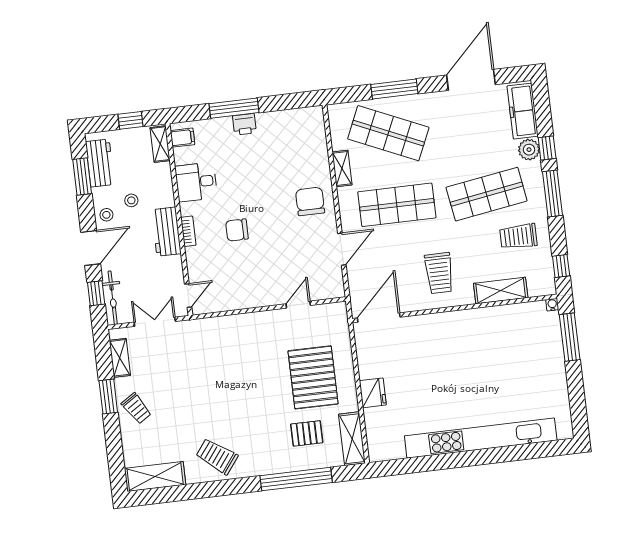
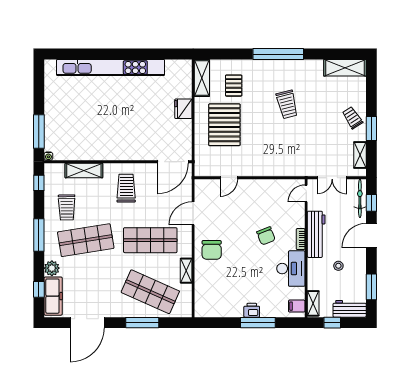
window: (547, 148) -> (39, 289), moved
workbench: (100, 163) -> (350, 309), moved, turned 90
desk: (196, 182) -> (291, 269), width x1.37
stool: (106, 215) -> (357, 258), removed
chair: (237, 230) -> (266, 236), turned 69
workbench: (166, 232) -> (316, 234), width x1.38
trolley: (518, 236) -> (67, 207), turned 89
pallet: (307, 433) -> (234, 86), turned 90
trolley: (217, 456) -> (287, 104), moved, turned 39
window: (296, 479) -> (278, 54), moved

